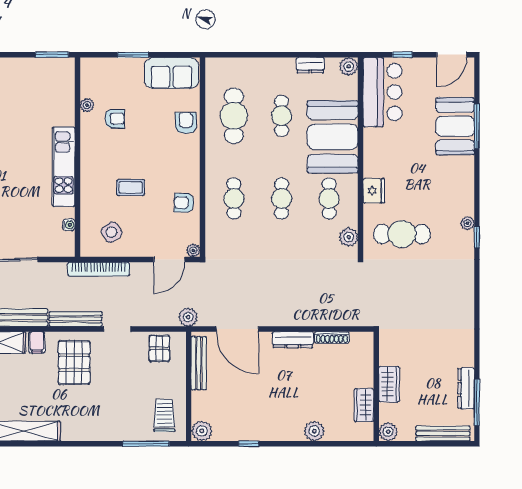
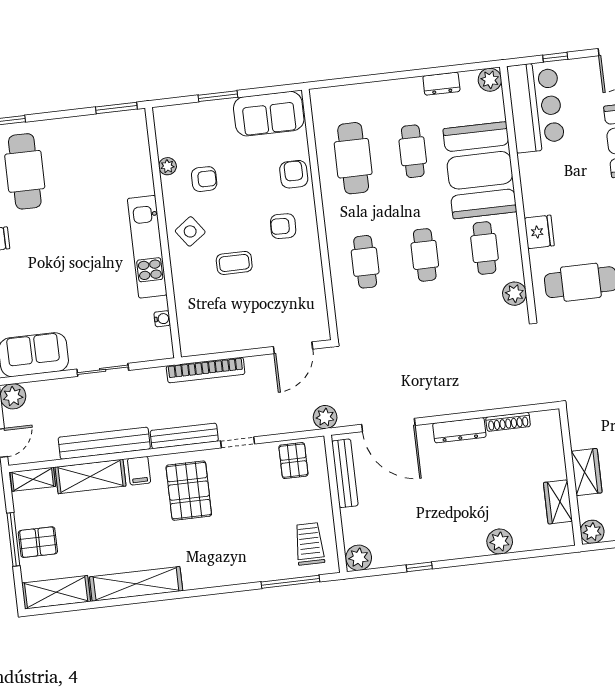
armchair: (184, 203) -> (283, 226), moved
side table: (111, 232) -> (190, 231), moved
plant: (193, 250) -> (322, 333), removed

